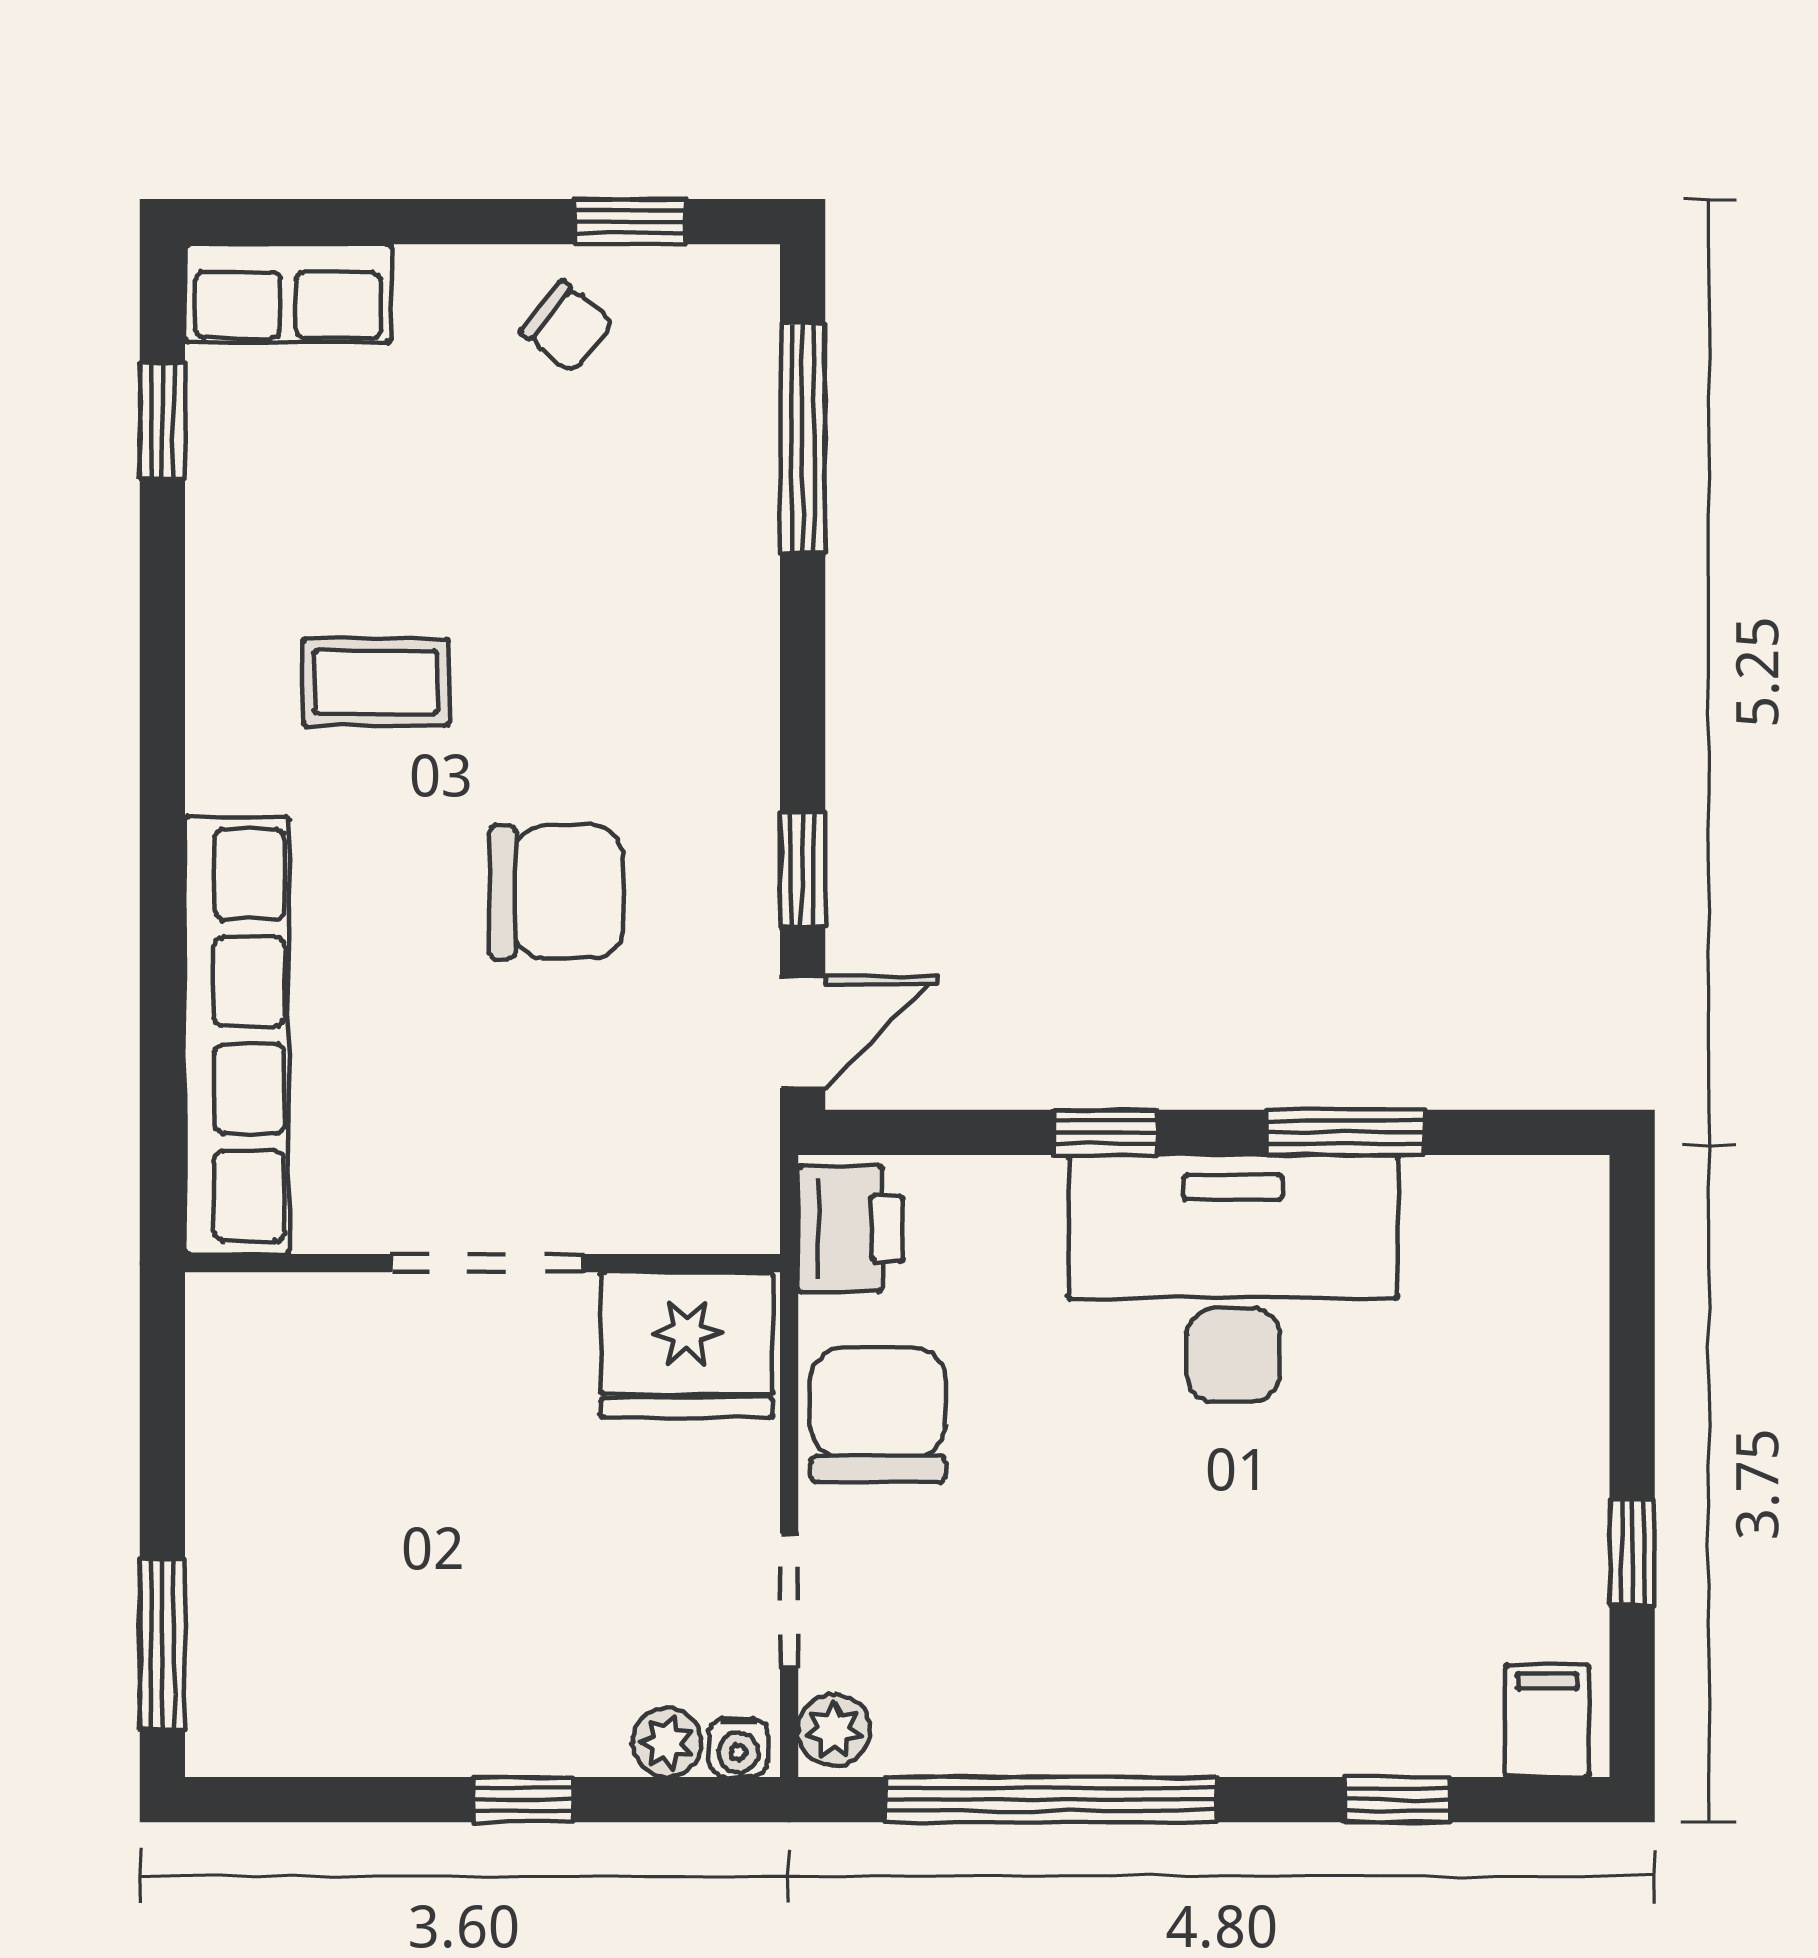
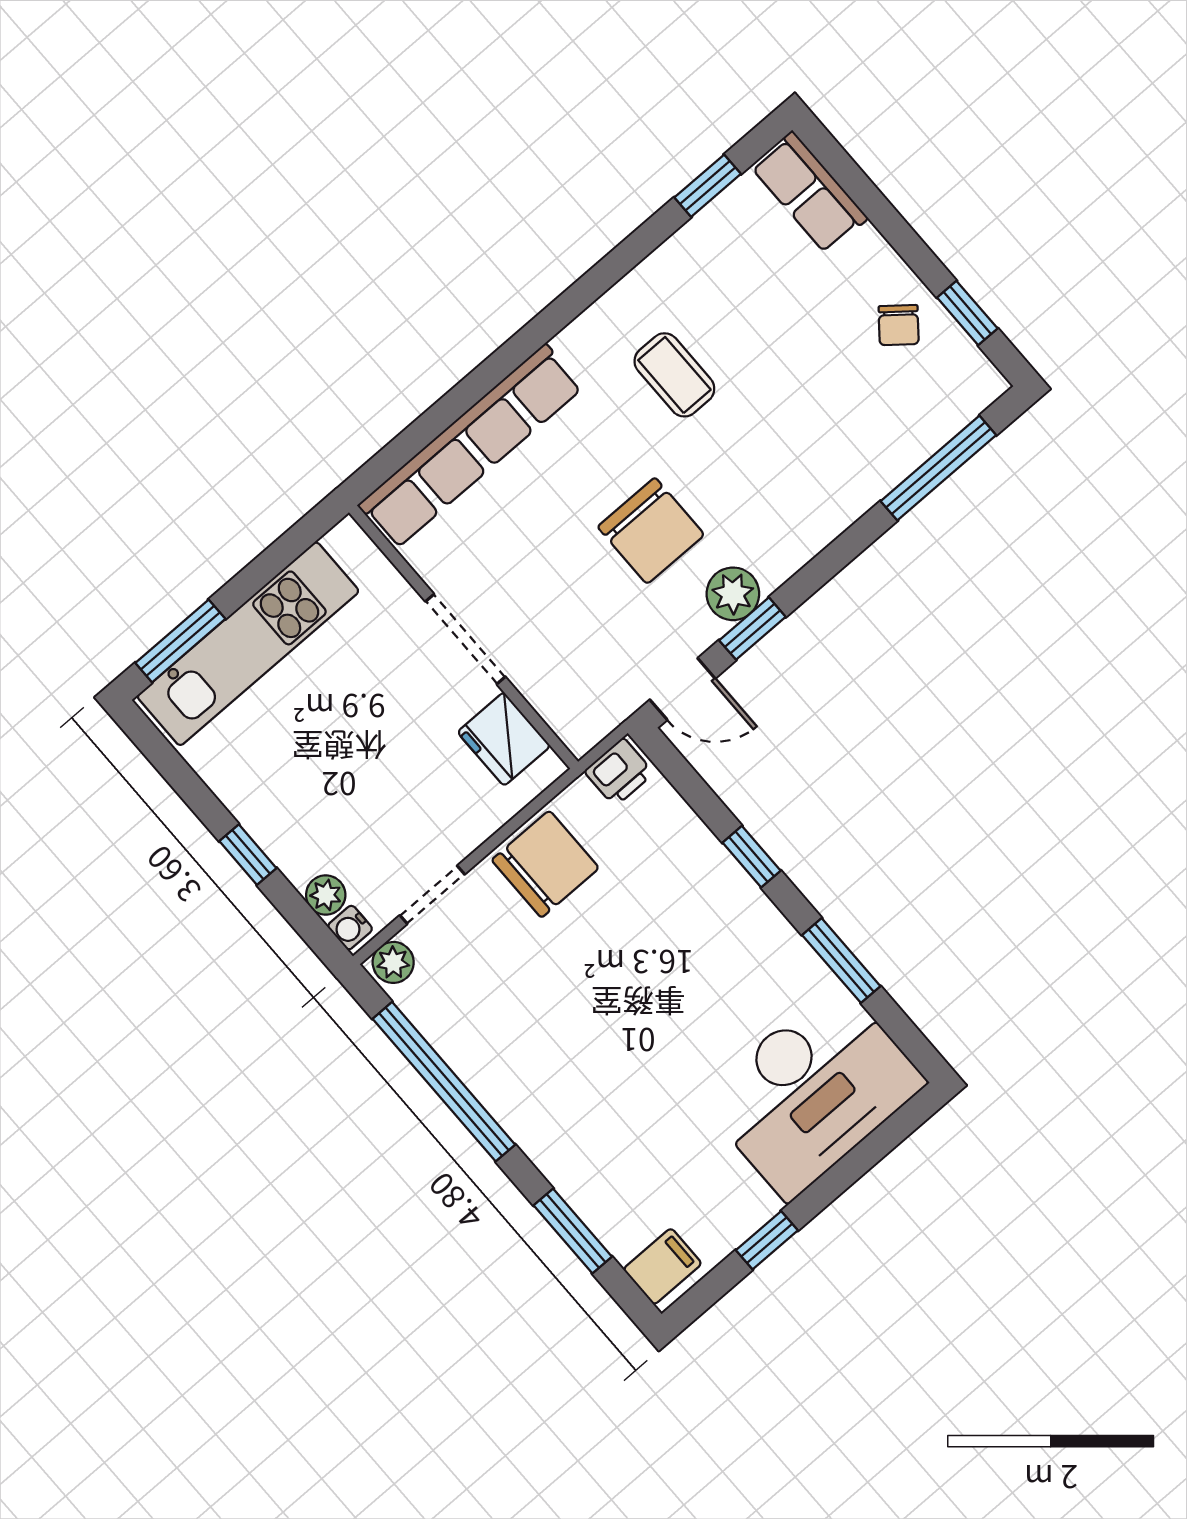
plant: (734, 856) -> (733, 594), added
printer: (850, 1229) -> (619, 772), width x0.73, depth x0.81
desk: (1233, 1278) -> (813, 1091), moved, turned 90
fridge: (687, 1345) -> (504, 739), width x0.73, depth x0.75
kitchen unit: (244, 1557) -> (248, 644), added
window: (1397, 1800) -> (573, 1231), width x1.50

